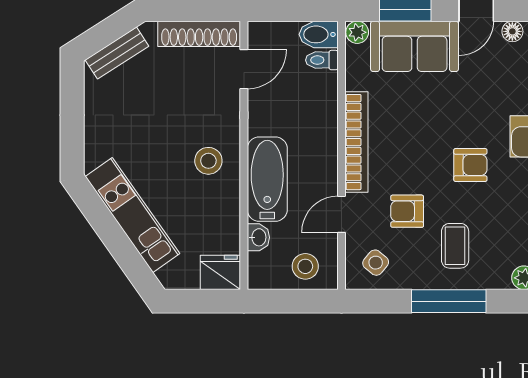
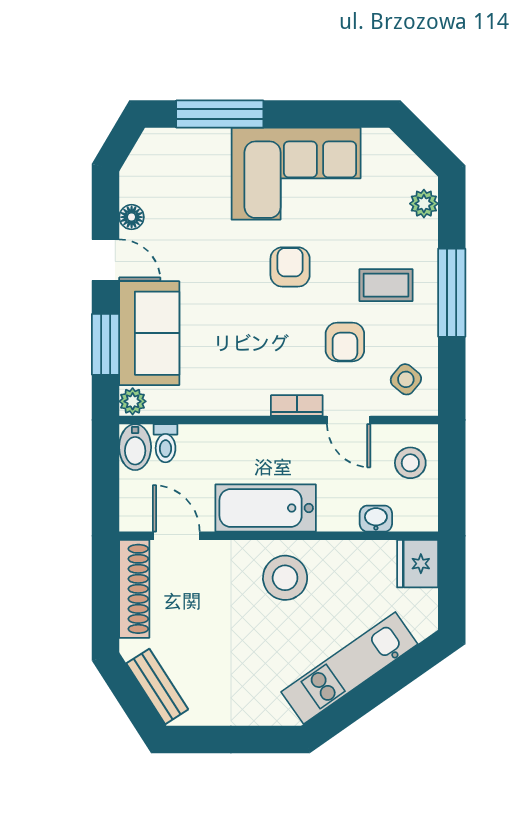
bookcase: (356, 142) -> (297, 405), width x0.43, depth x0.76
stool: (208, 161) -> (285, 578), width x1.38, depth x1.38
bathtub: (267, 179) -> (266, 508), moved

